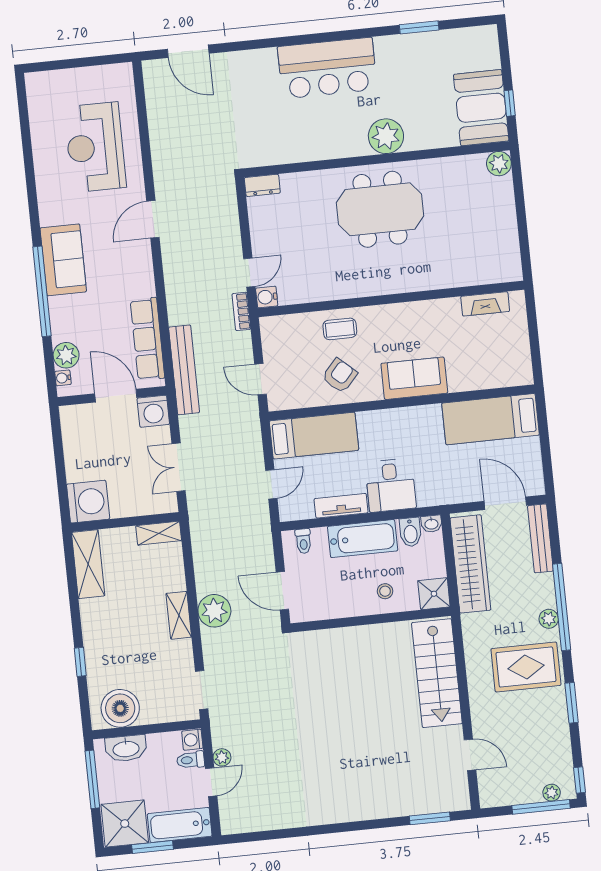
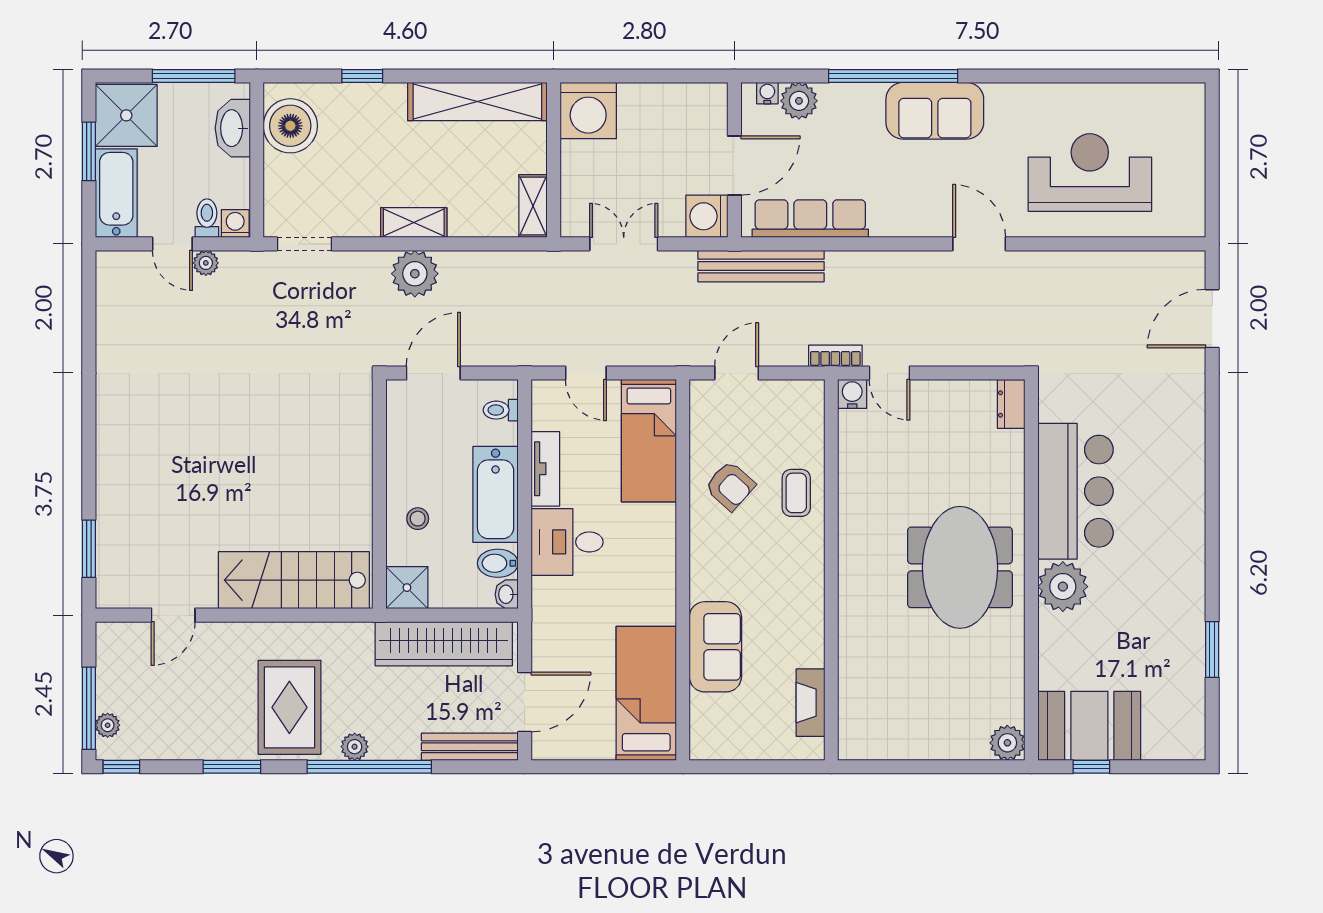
bar counter: (327, 68) -> (1076, 491), moved, turned 180
sofa: (414, 378) -> (715, 647), moved
shelving: (88, 564) -> (477, 102), width x1.47

